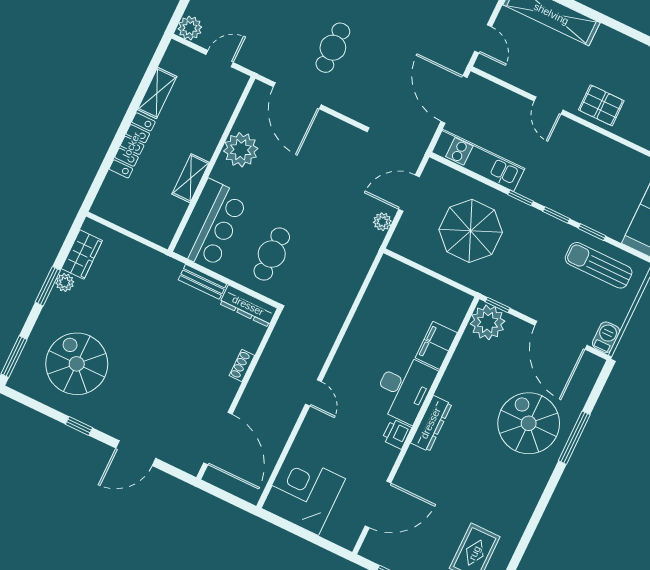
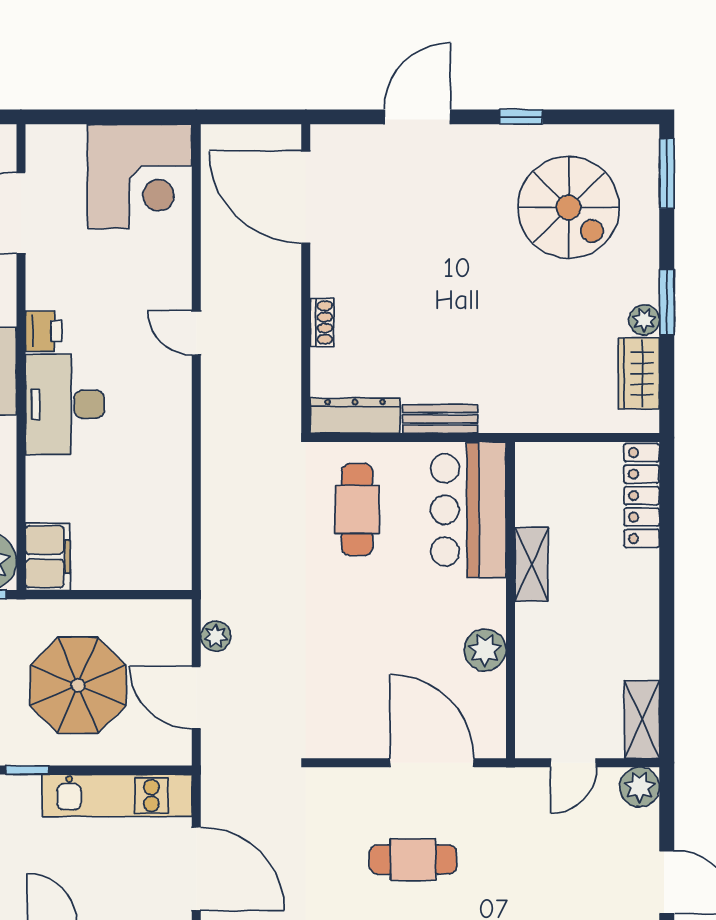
cafe table: (333, 48) -> (413, 859), turned 90
shelving: (157, 93) -> (642, 719), moved
locker: (132, 145) -> (642, 496), moved
plant: (241, 150) -> (485, 650), width x0.73, depth x0.73
door: (409, 193) -> (196, 698), swing flipped
filing cabinet: (436, 345) -> (48, 557), moved

